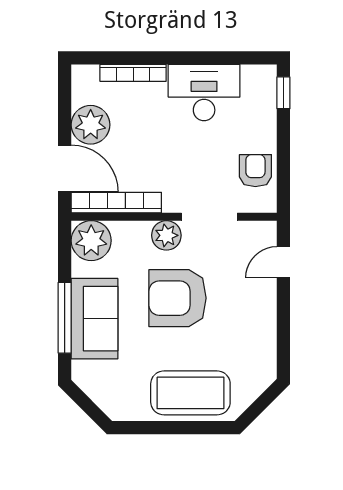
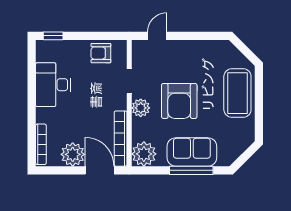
bookcase: (133, 73) -> (41, 144), moved
door: (65, 169) -> (100, 170), hinge flipped
doorway: (209, 217) -> (129, 81), width x0.73
door: (283, 262) -> (157, 36), swing flipped

